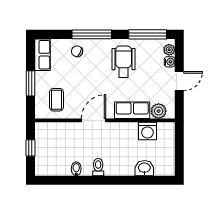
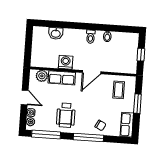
door: (179, 81) -> (25, 97), swing flipped
washing machine: (147, 131) -> (66, 62), moved

